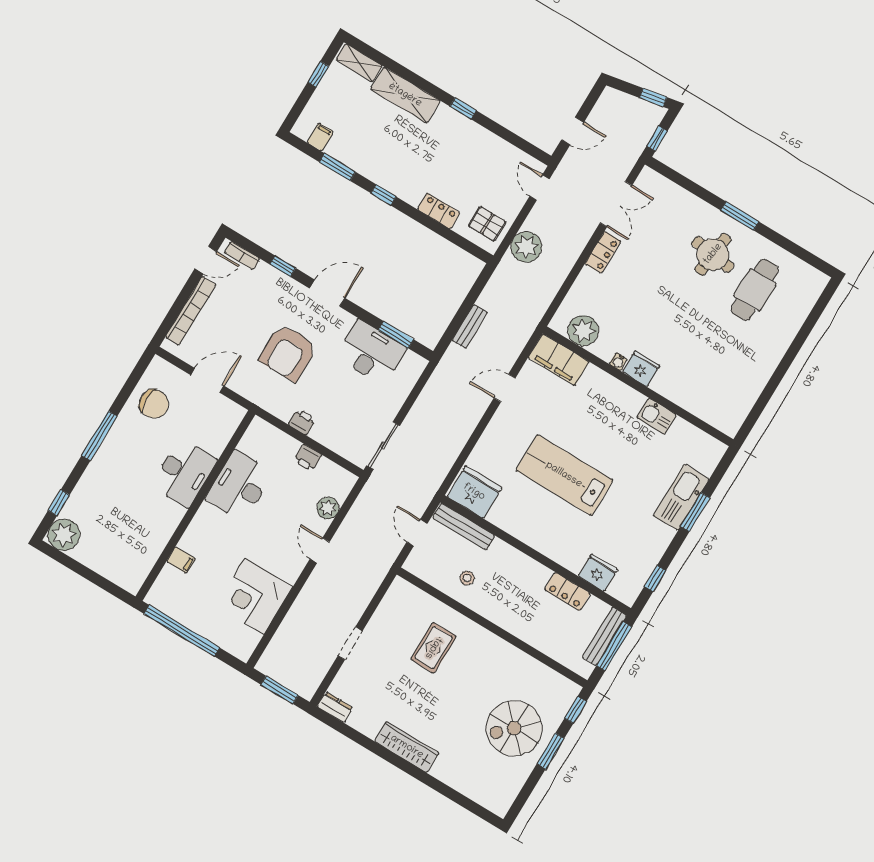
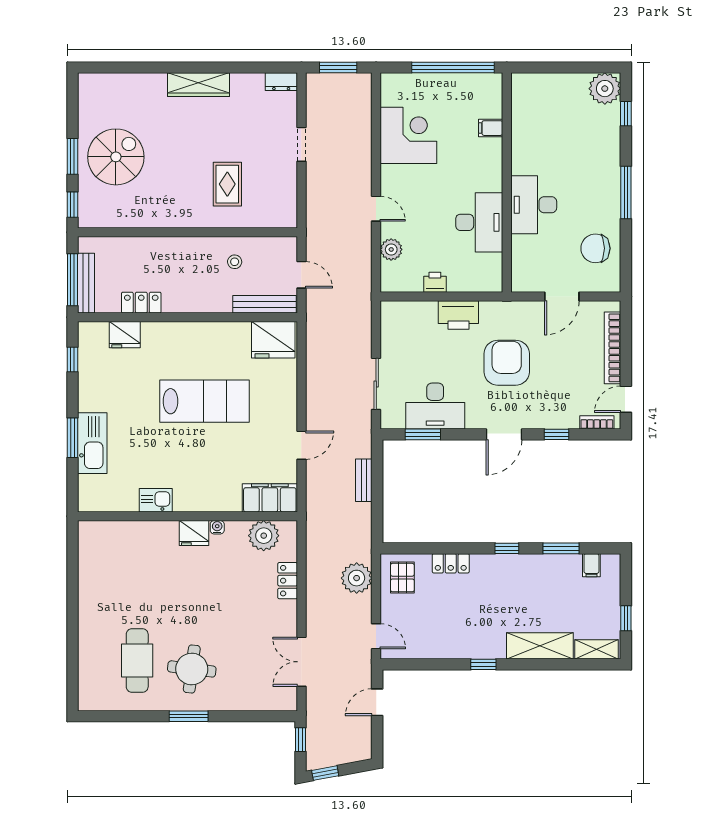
pallet: (487, 224) -> (402, 578), turned 90
locker: (603, 252) -> (288, 581), moved
printer: (302, 422) -> (458, 315), width x1.87, depth x1.48
sliding door: (383, 446) -> (376, 384), moved

